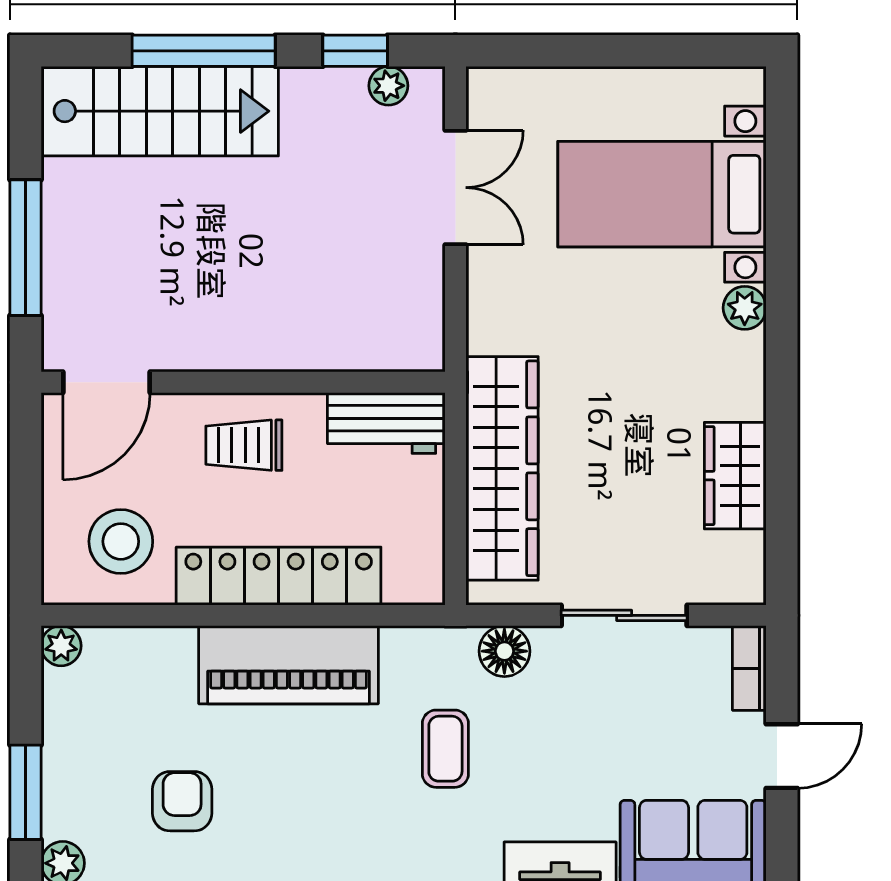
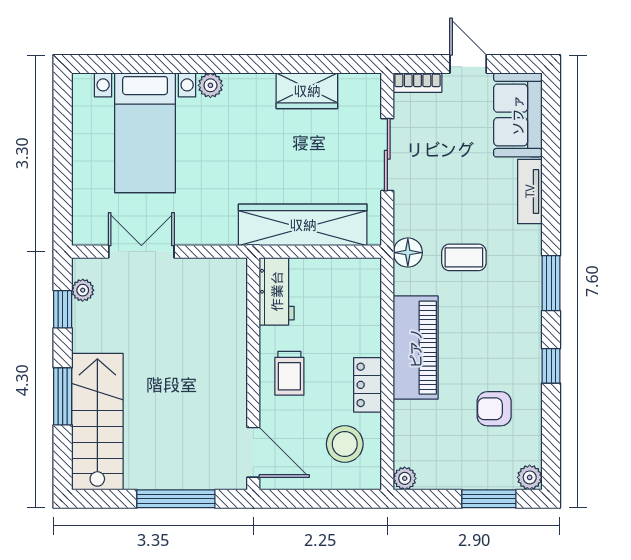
window: (204, 51) -> (63, 396), width x0.69
locker: (279, 576) -> (368, 385), width x0.46, depth x0.83
floor lamp: (504, 651) -> (408, 253), moved

